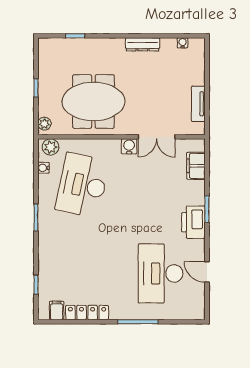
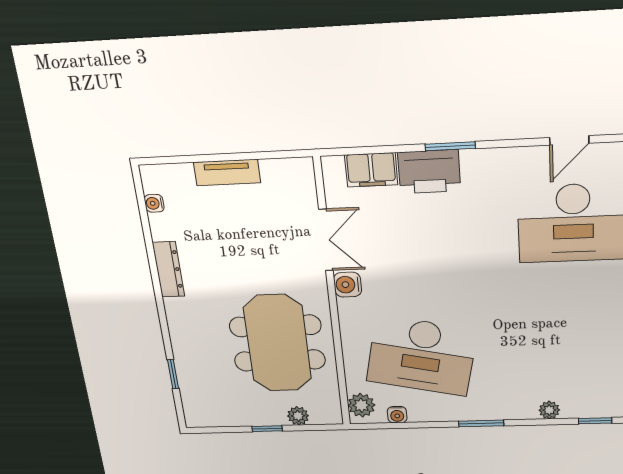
tv unit: (198, 104) -> (227, 173), moved
plant: (44, 124) -> (298, 416), moved
printer: (193, 222) -> (429, 172), moved
plant: (44, 258) -> (549, 410), added

